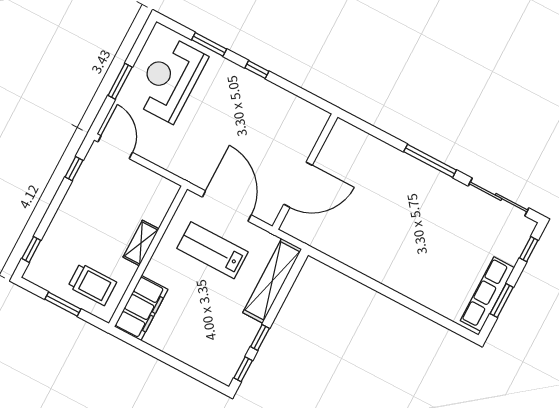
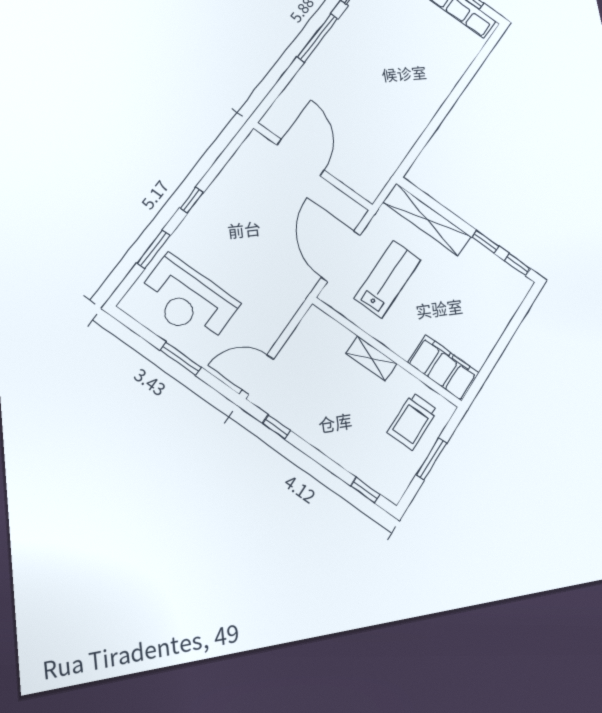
door: (298, 185) -> (301, 158), moved
door: (227, 206) -> (341, 256), hinge flipped
lab bench: (213, 250) -> (388, 279), turned 180
trolley: (92, 284) -> (412, 421), turned 180

